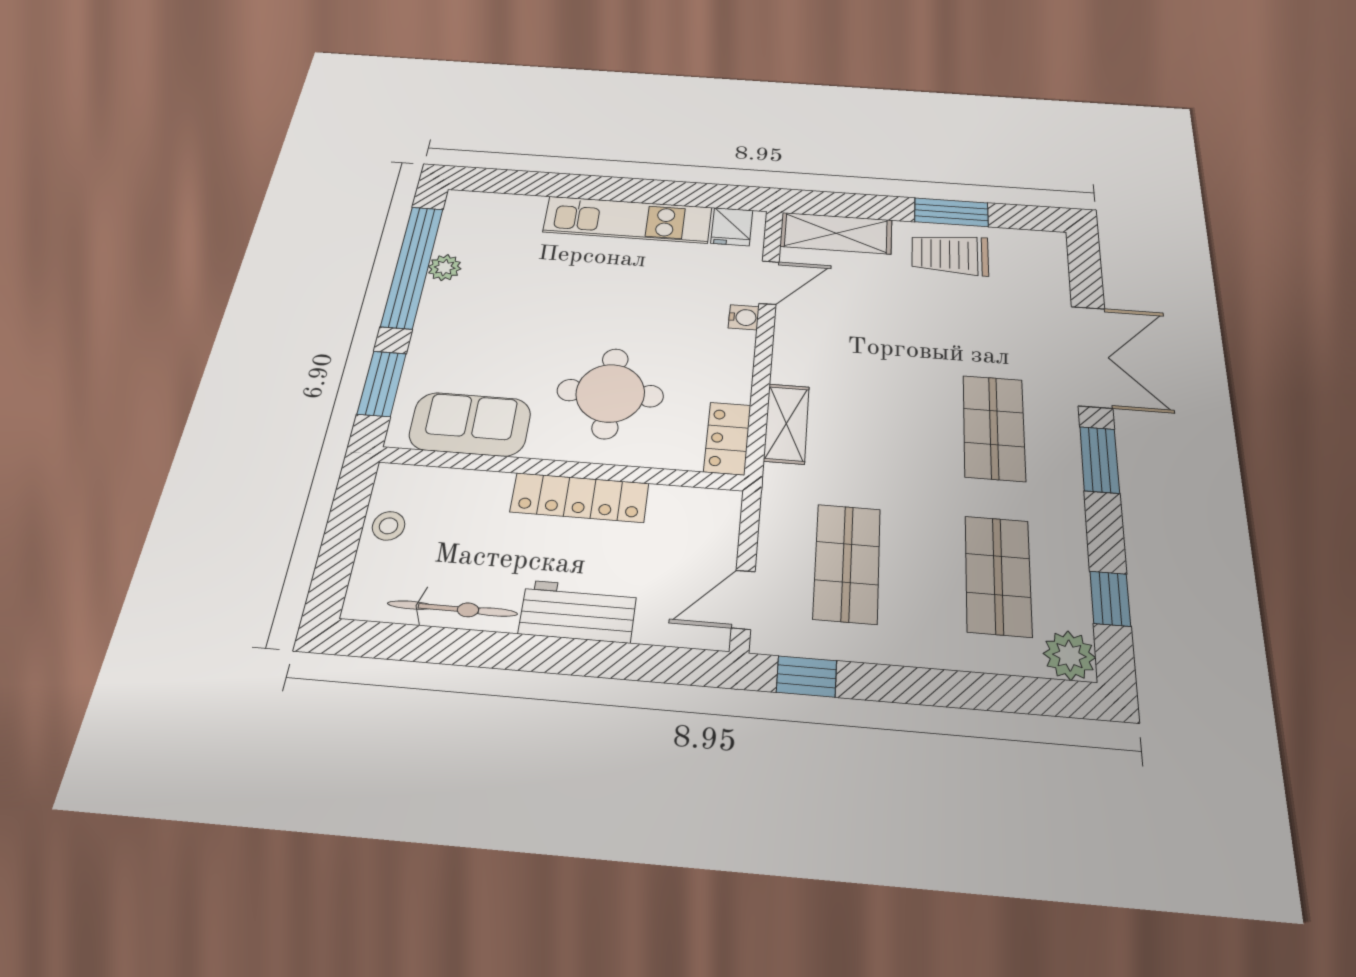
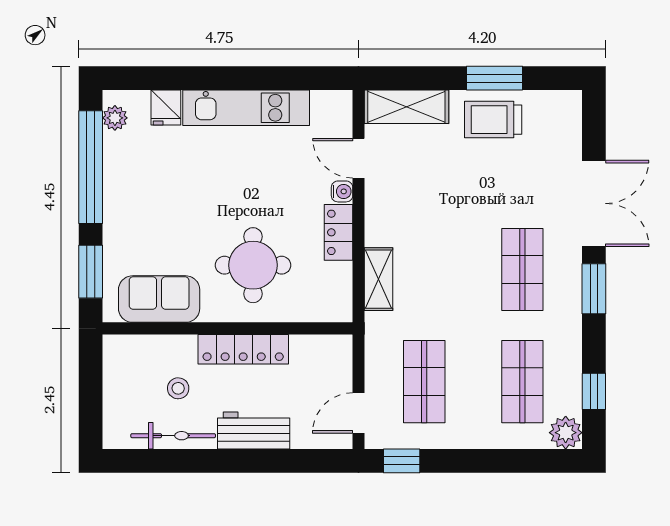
fridge: (732, 227) -> (166, 108), moved
plant: (445, 268) -> (115, 118), moved
door: (769, 283) -> (358, 158), swing flipped
locker: (727, 438) -> (338, 232), moved
stool: (389, 526) -> (178, 388), moved

